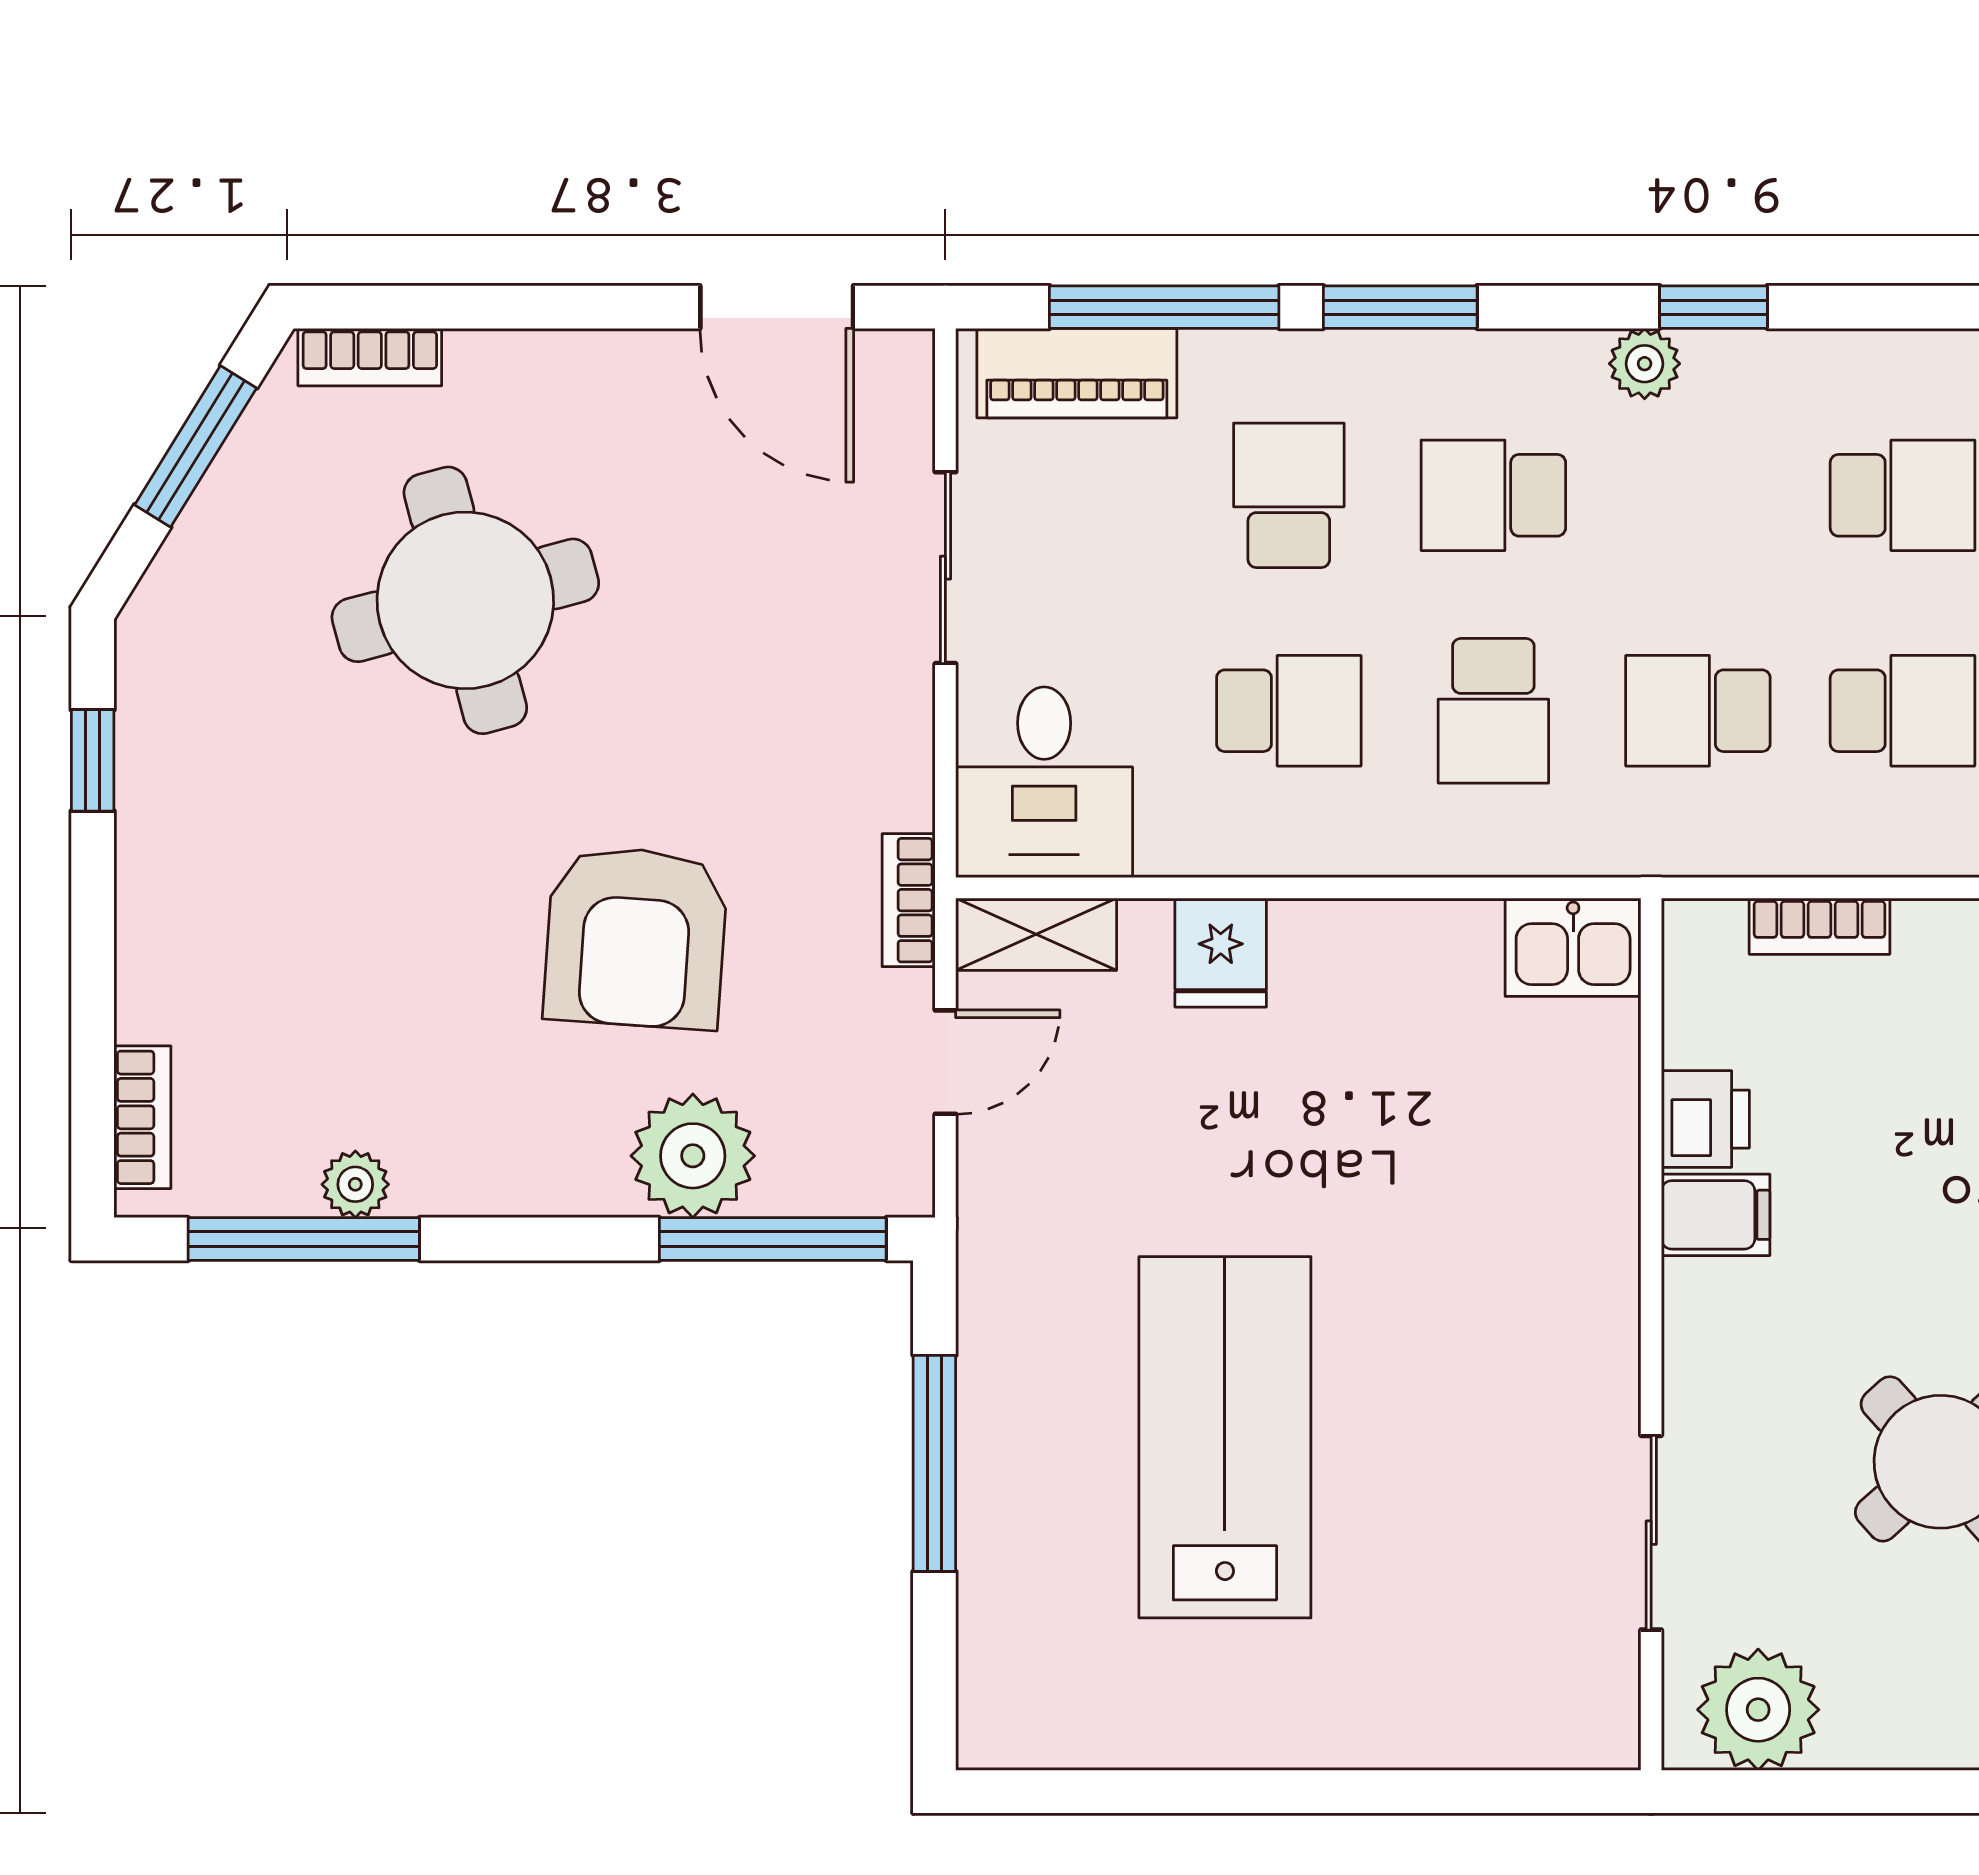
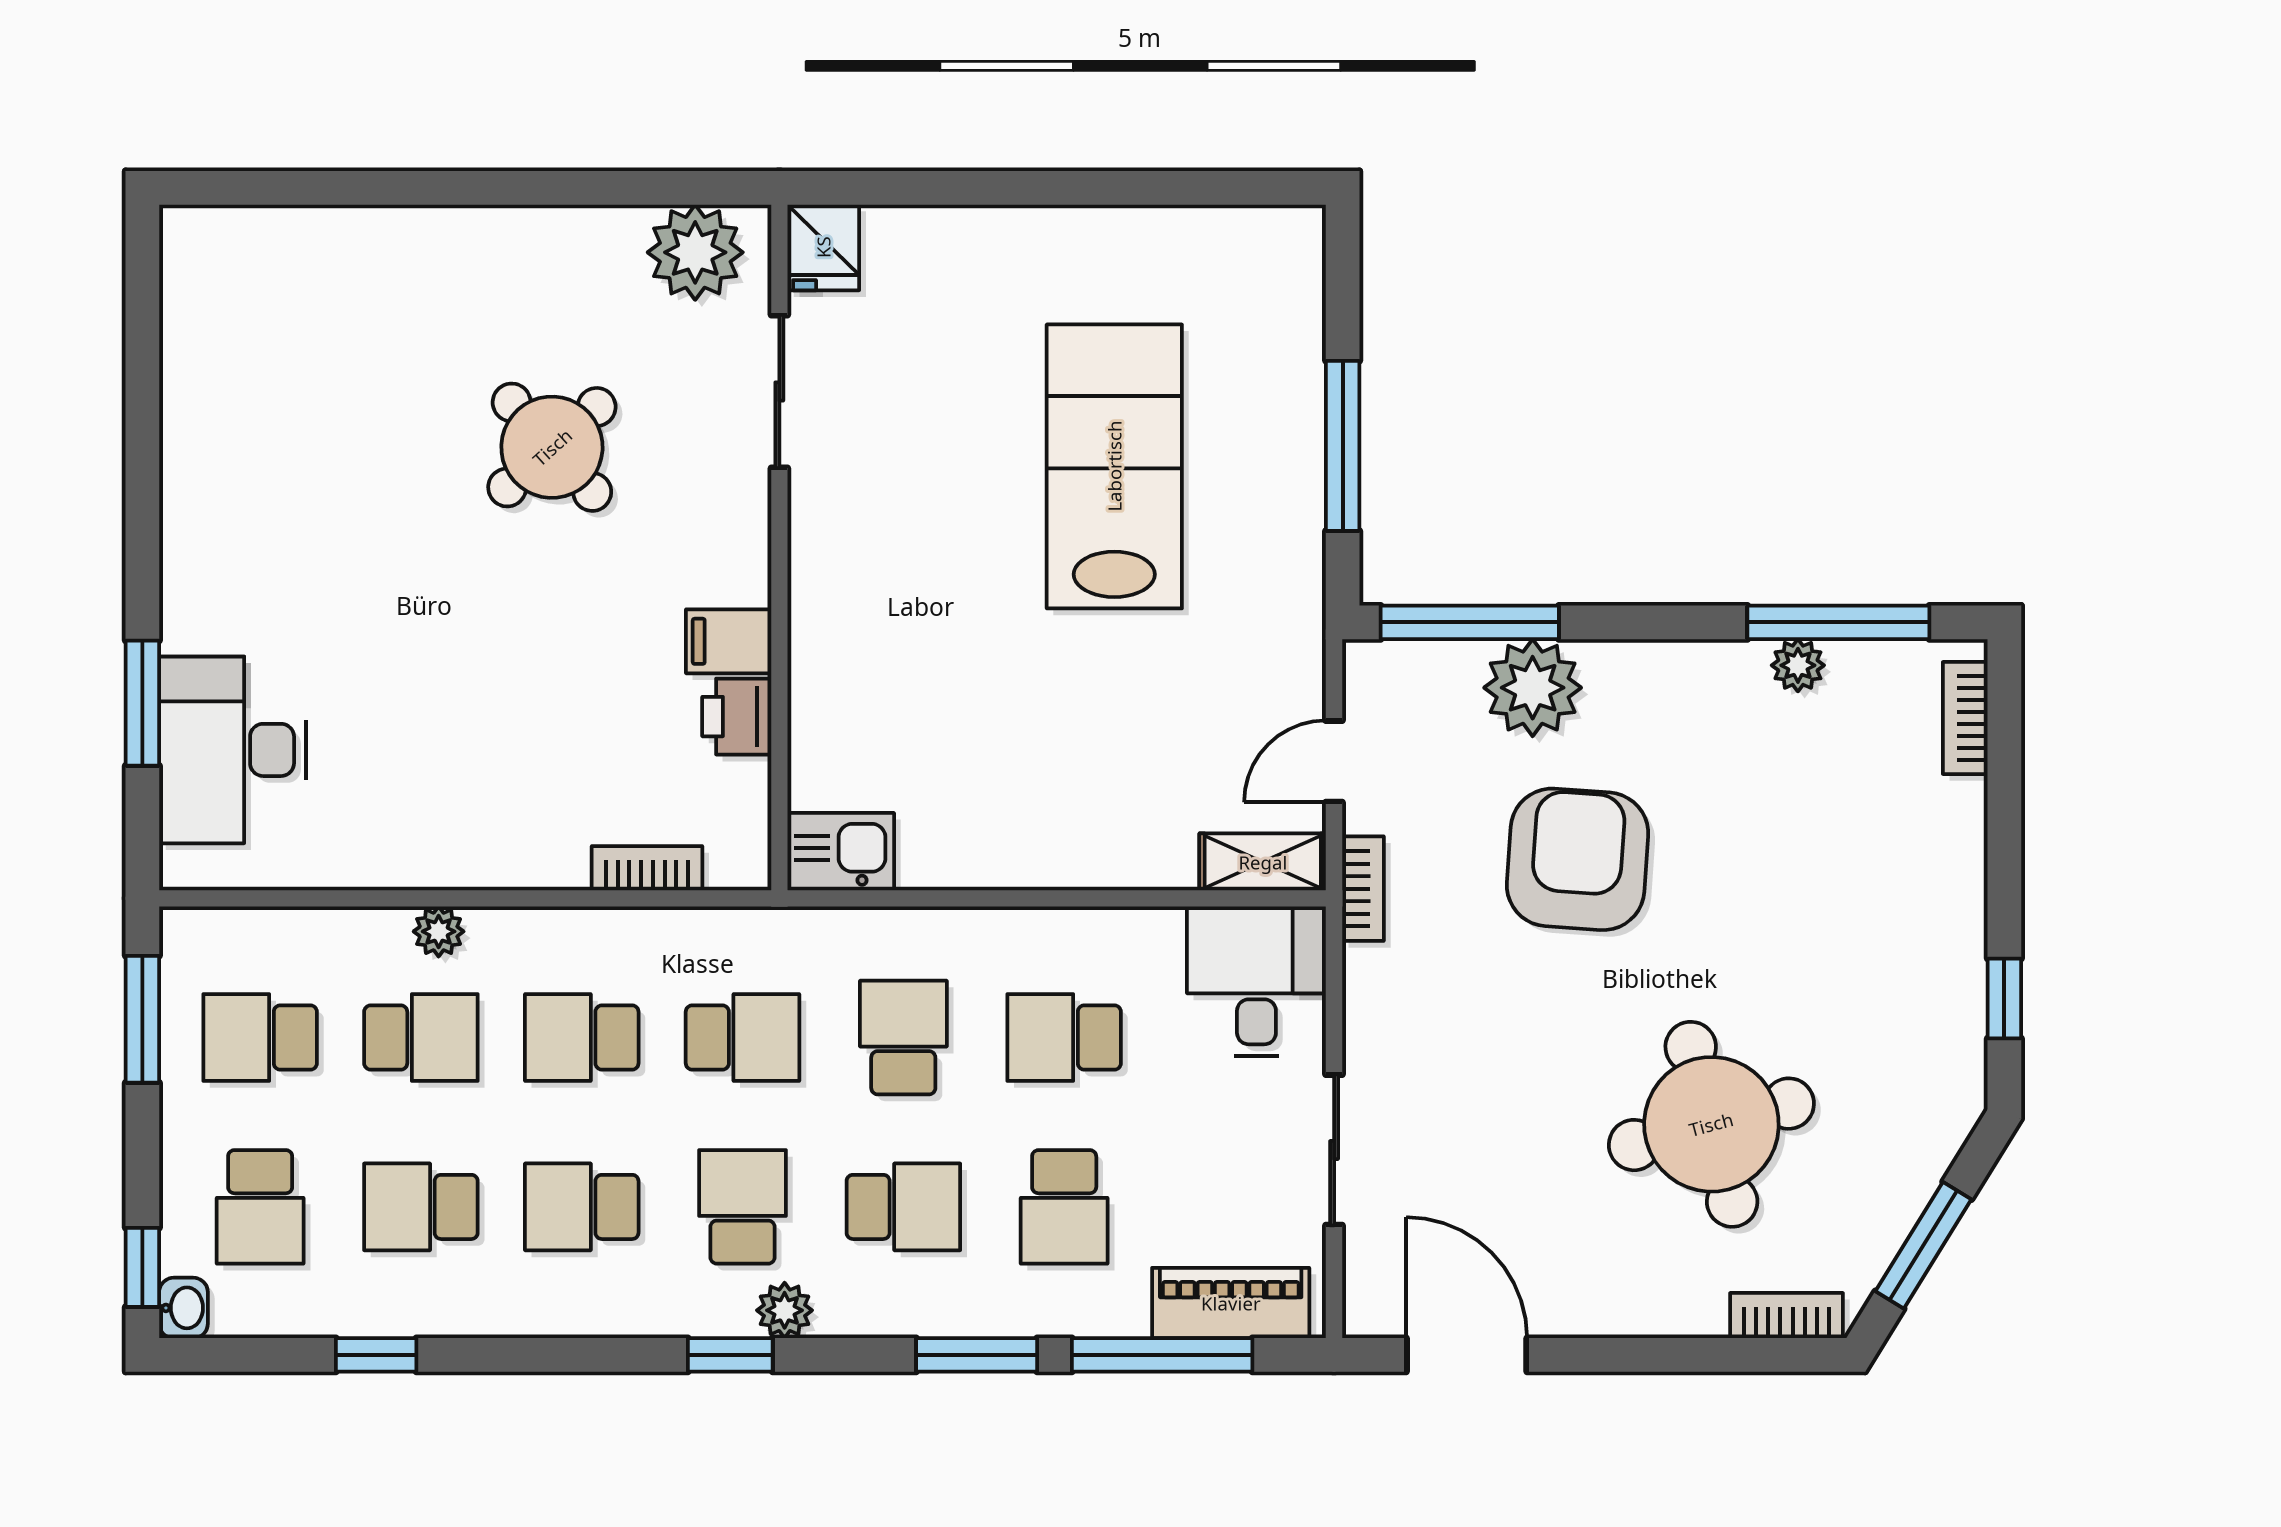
school desk: (1698, 495) -> (743, 1207), added
fridge: (1221, 953) -> (823, 247), moved, turned 180
lab bench: (1225, 1437) -> (1114, 466), turned 180

